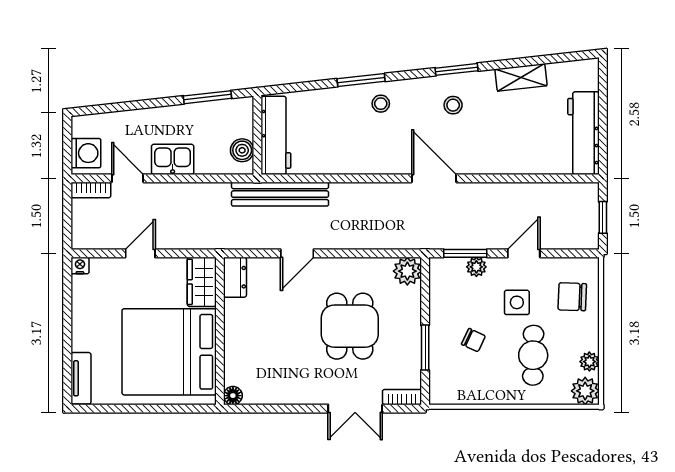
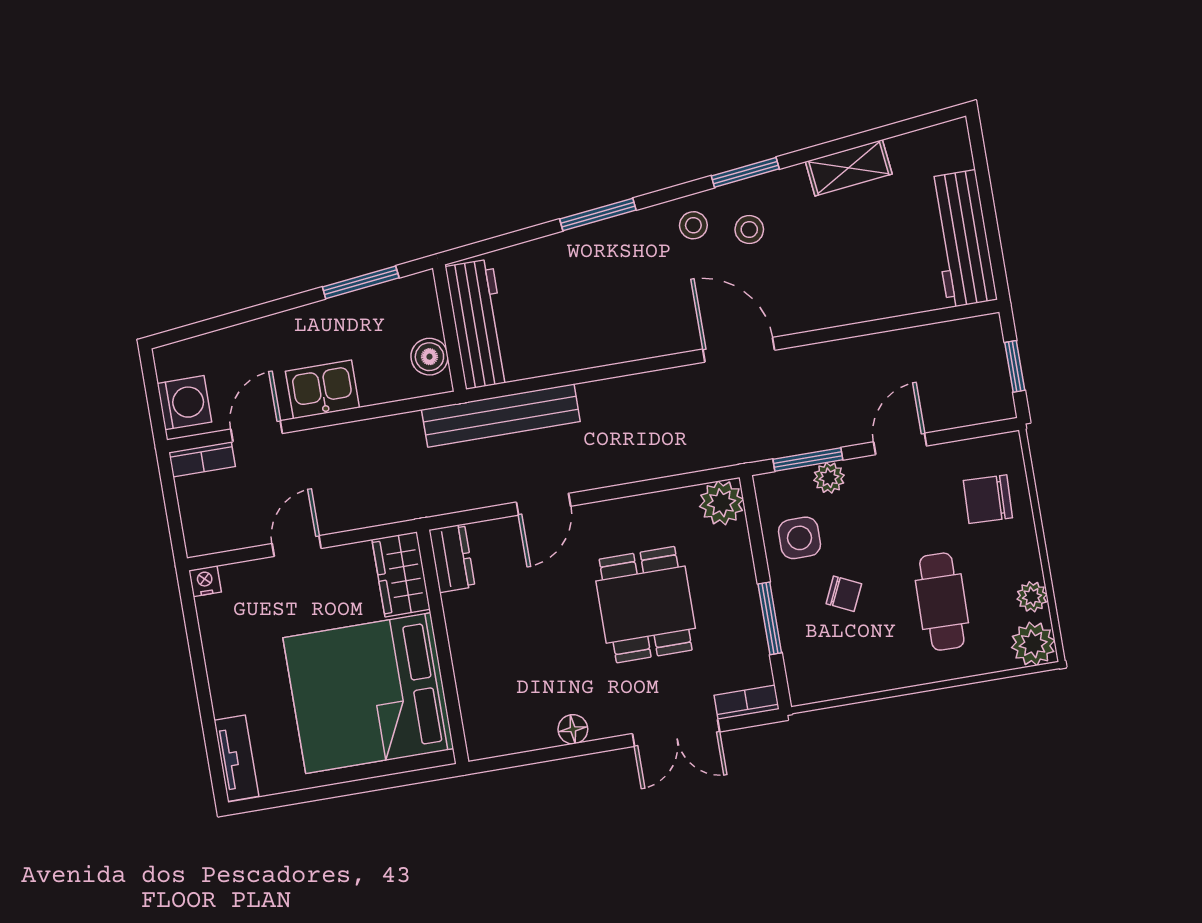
stool: (381, 104) -> (693, 225), moved
door: (127, 178) -> (257, 431), hinge flipped
side table: (517, 302) -> (800, 538), moved
floor lamp: (233, 396) -> (573, 729), moved

